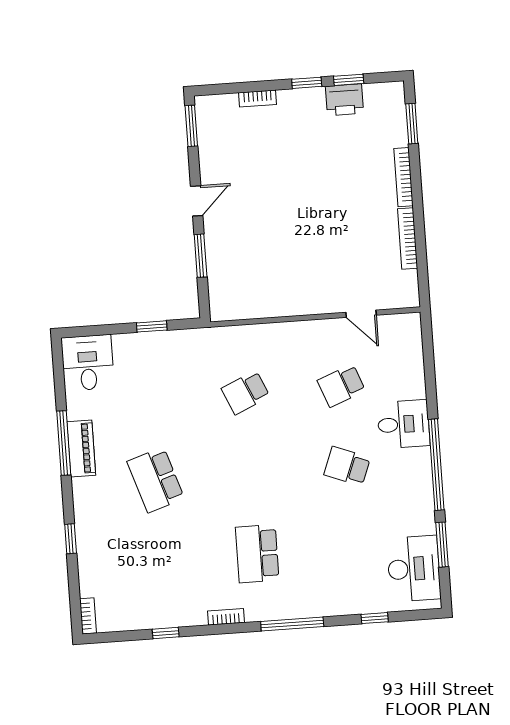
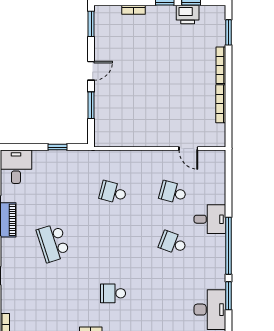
school desk: (341, 386) -> (173, 192), turned 36
school desk: (246, 392) -> (113, 192), turned 39
school desk: (257, 554) -> (113, 293), width x0.54

